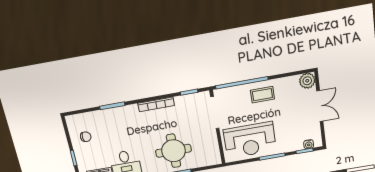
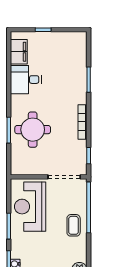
chair: (86, 137) -> (63, 47), removed

